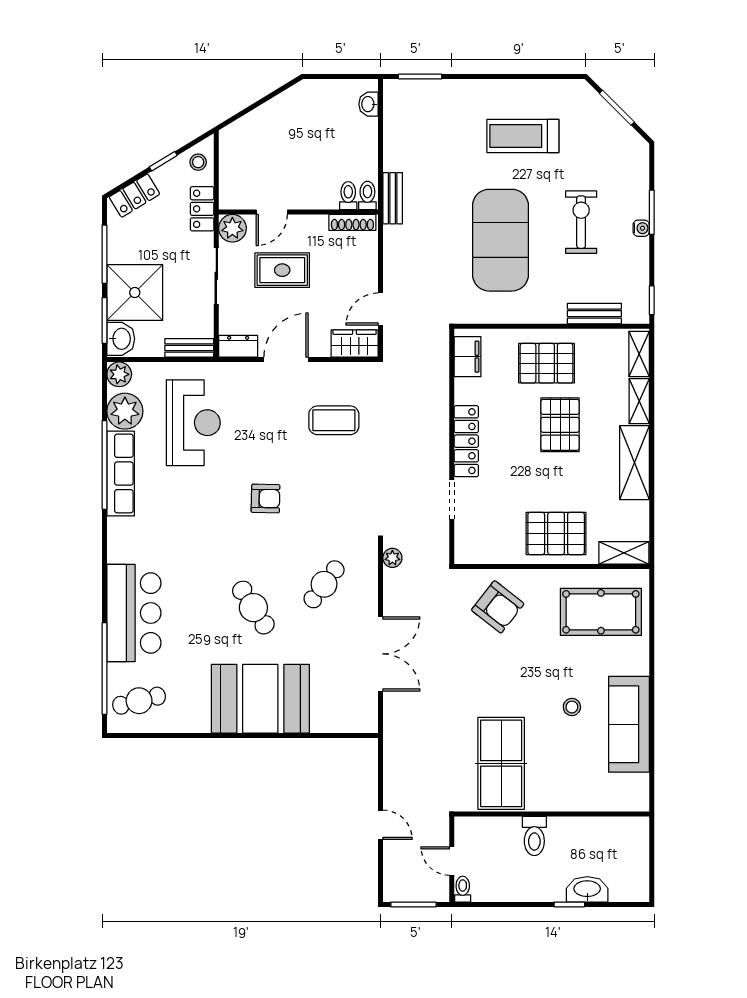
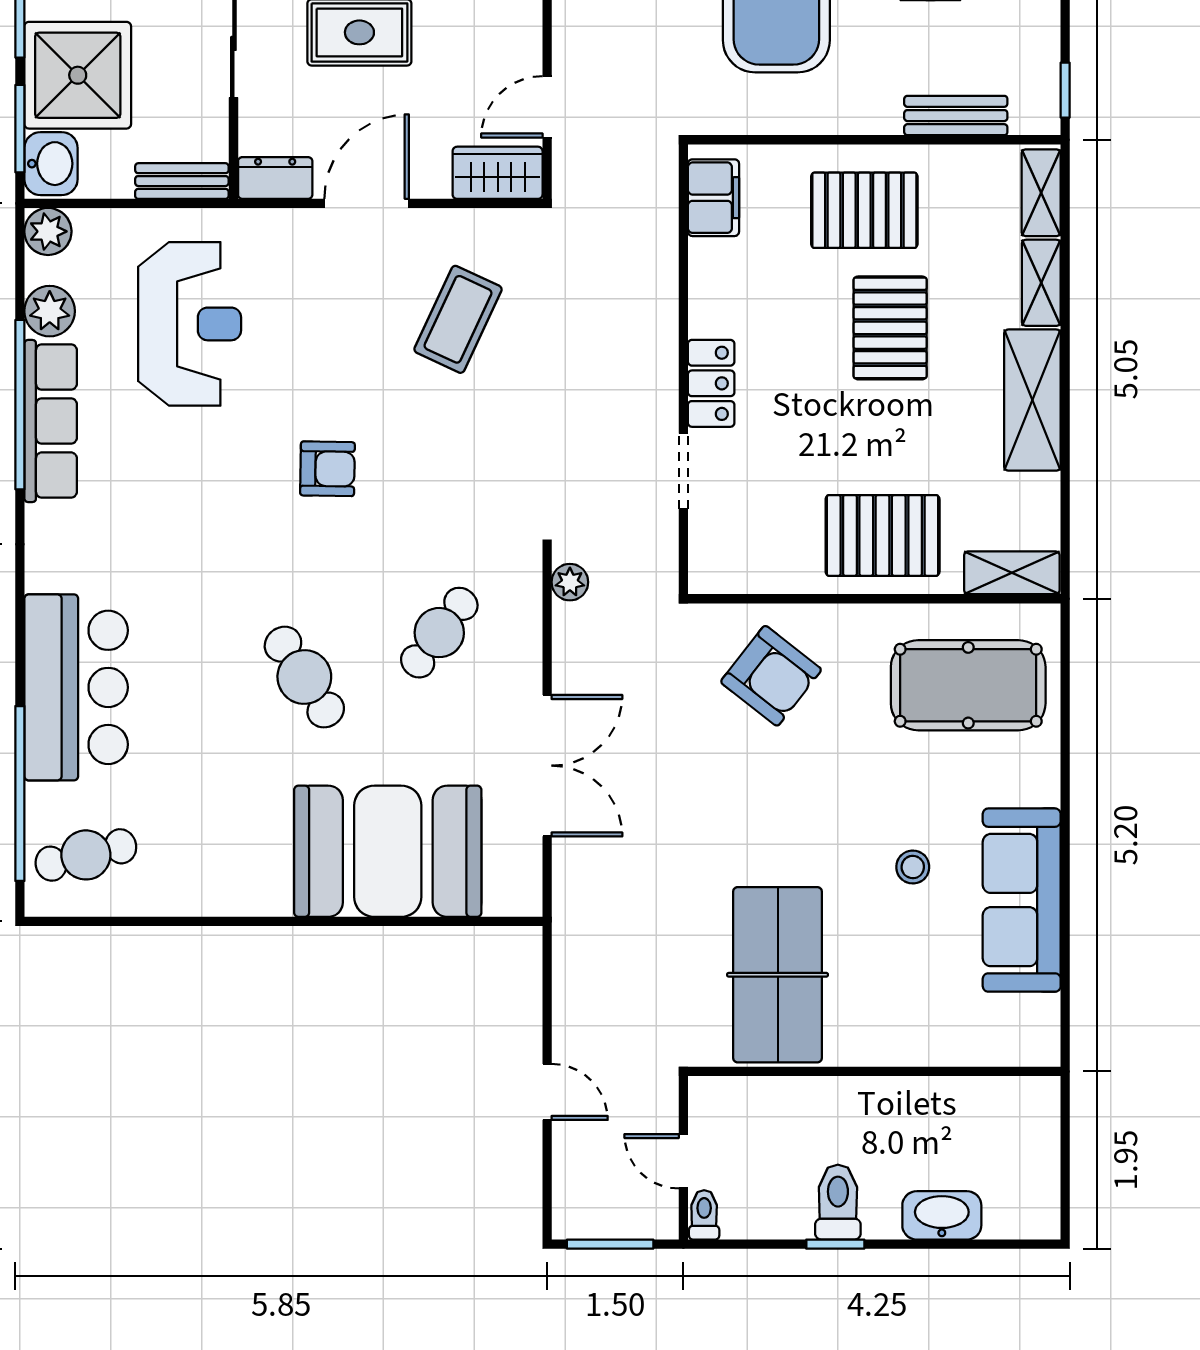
plant: (125, 411) -> (50, 311), width x0.73, depth x0.73
coffee table: (334, 420) -> (458, 319), turned -65
locker: (466, 441) -> (711, 383), width x0.66
booth: (260, 699) -> (388, 851), moved
toilet: (534, 836) -> (838, 1202), moved, turned 180
window: (569, 904) -> (835, 1244), moved

